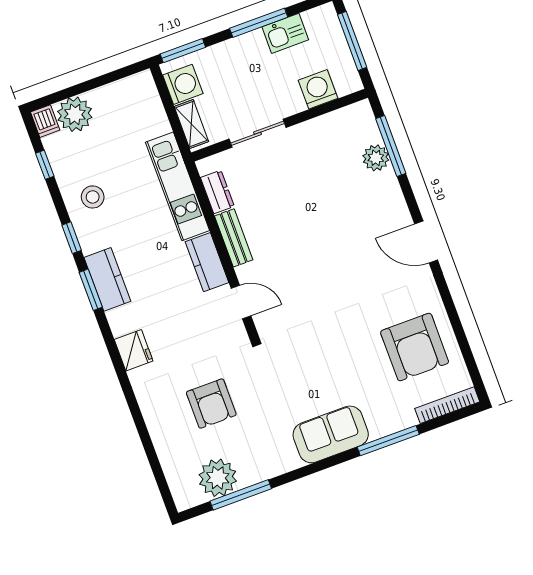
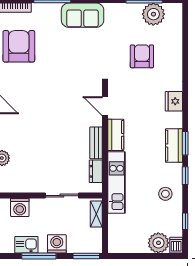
washing machine: (183, 84) -> (57, 244), moved, turned 90

